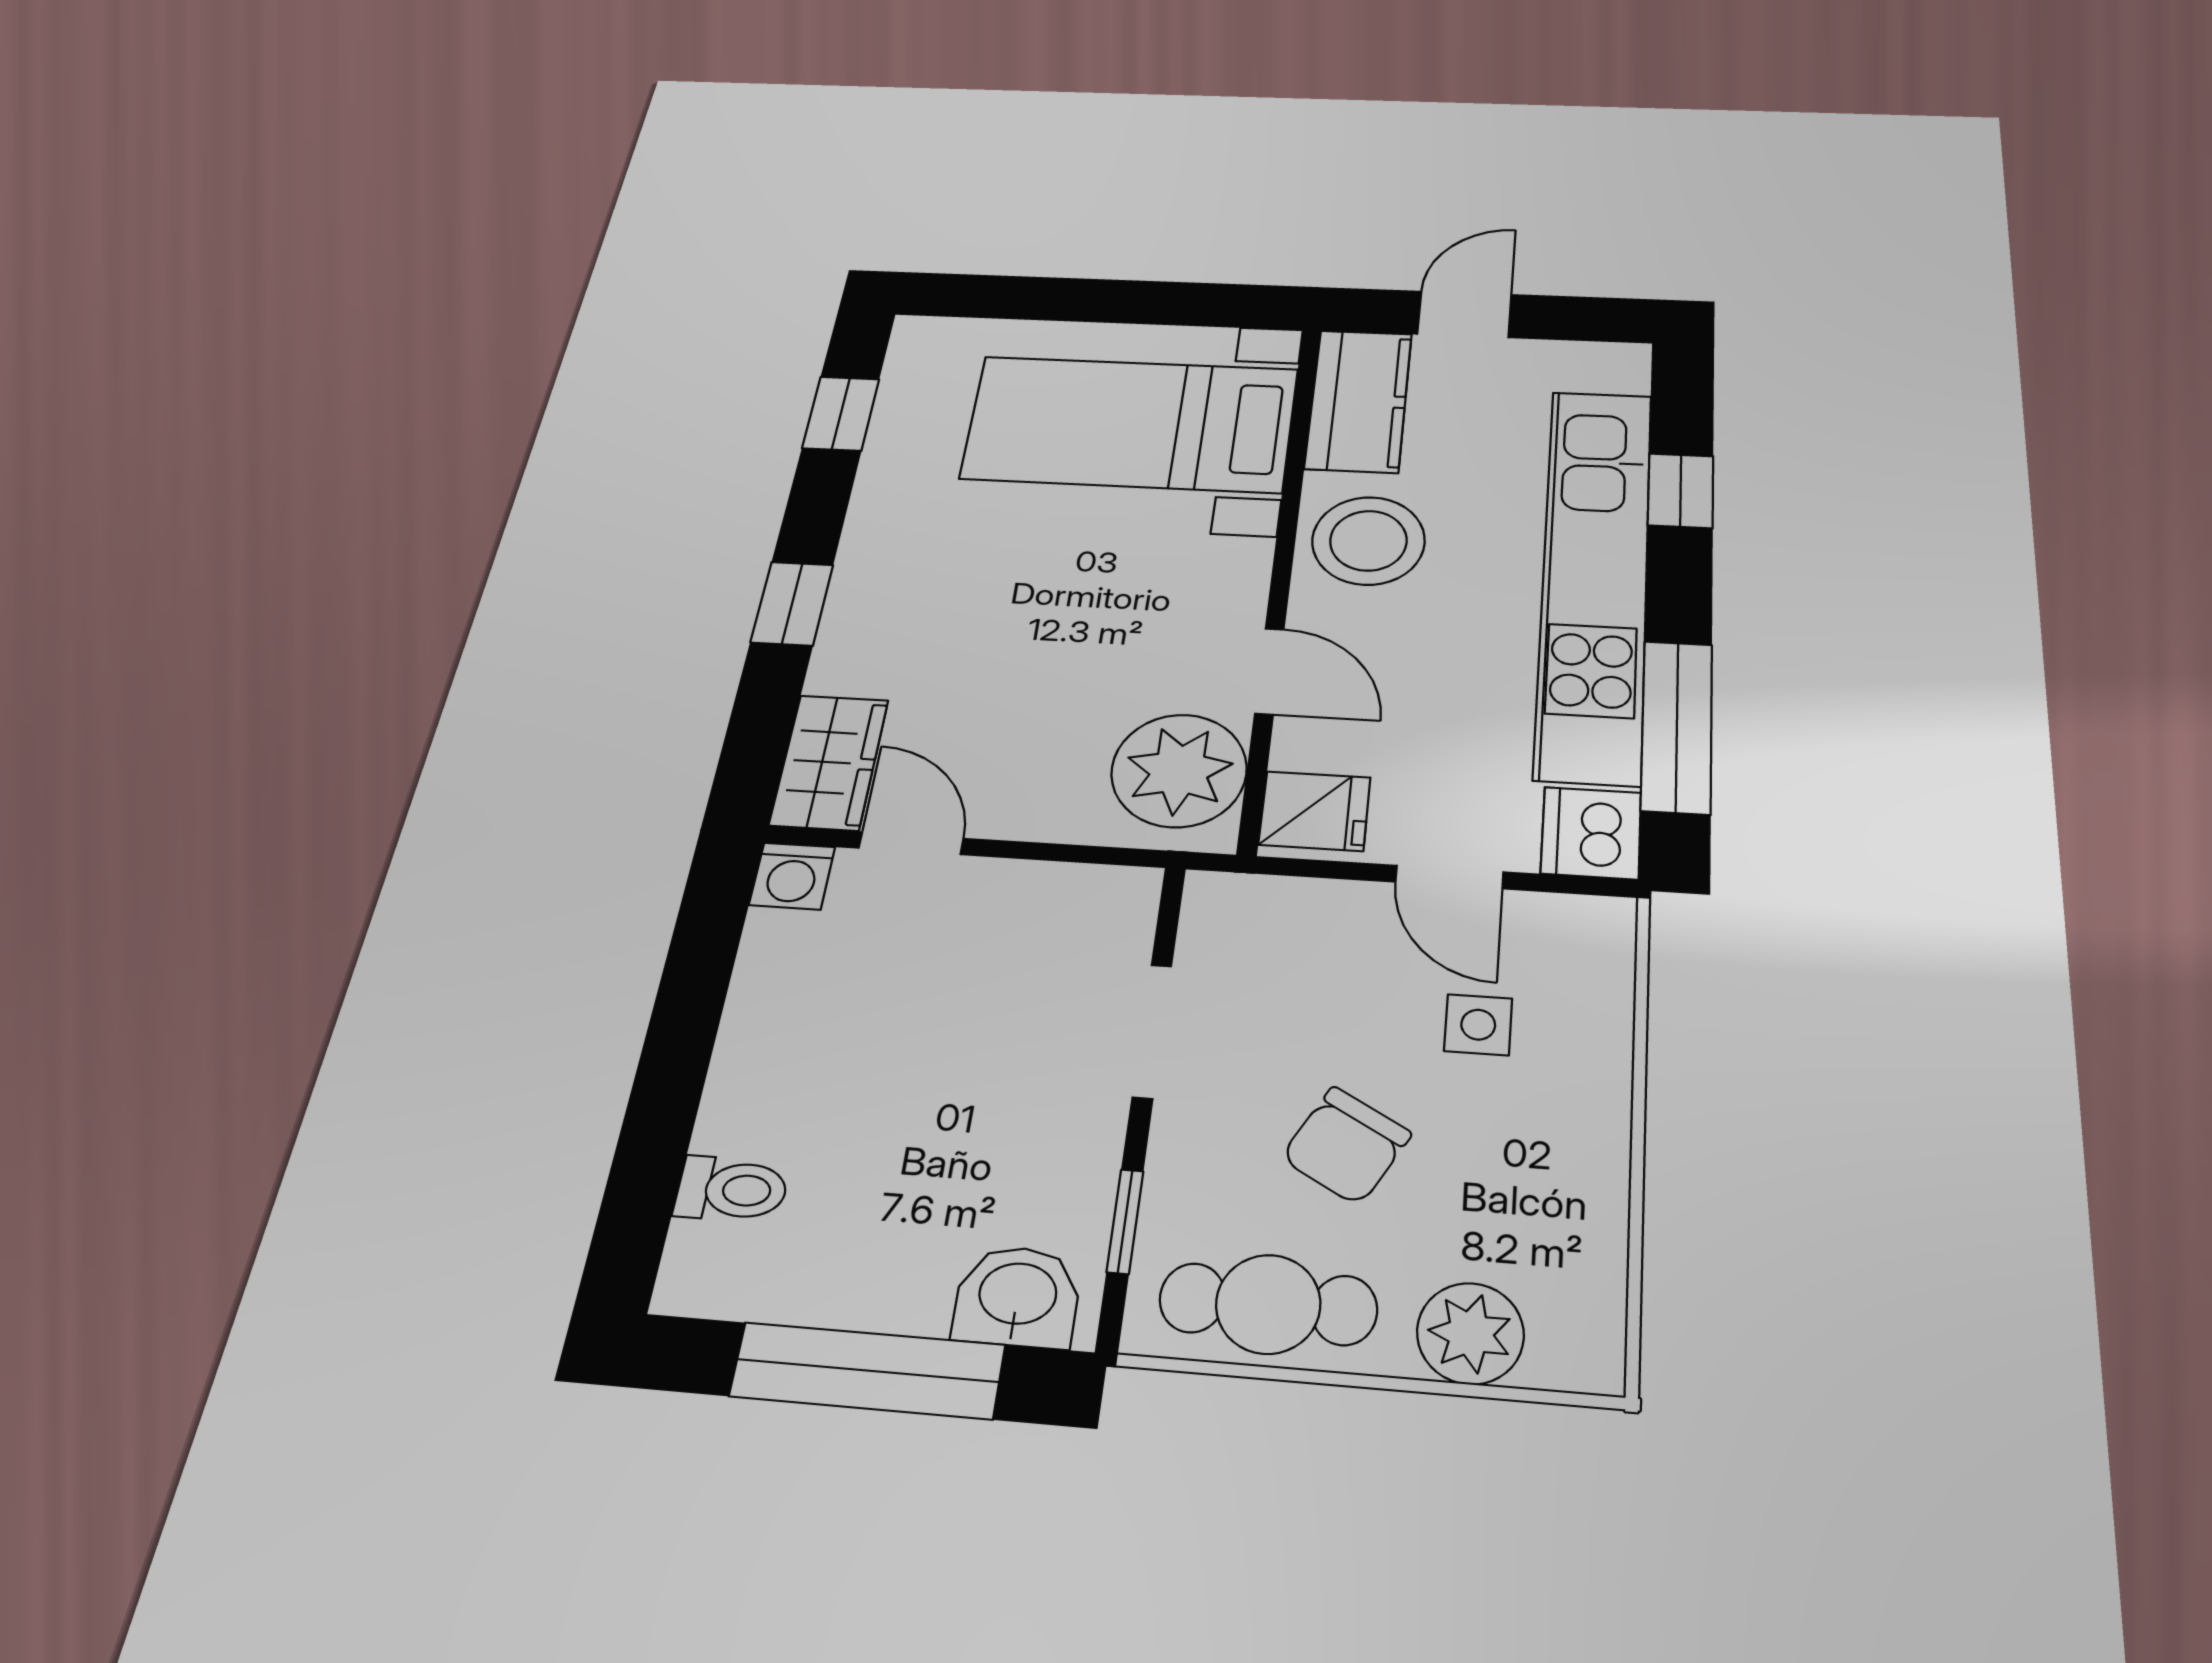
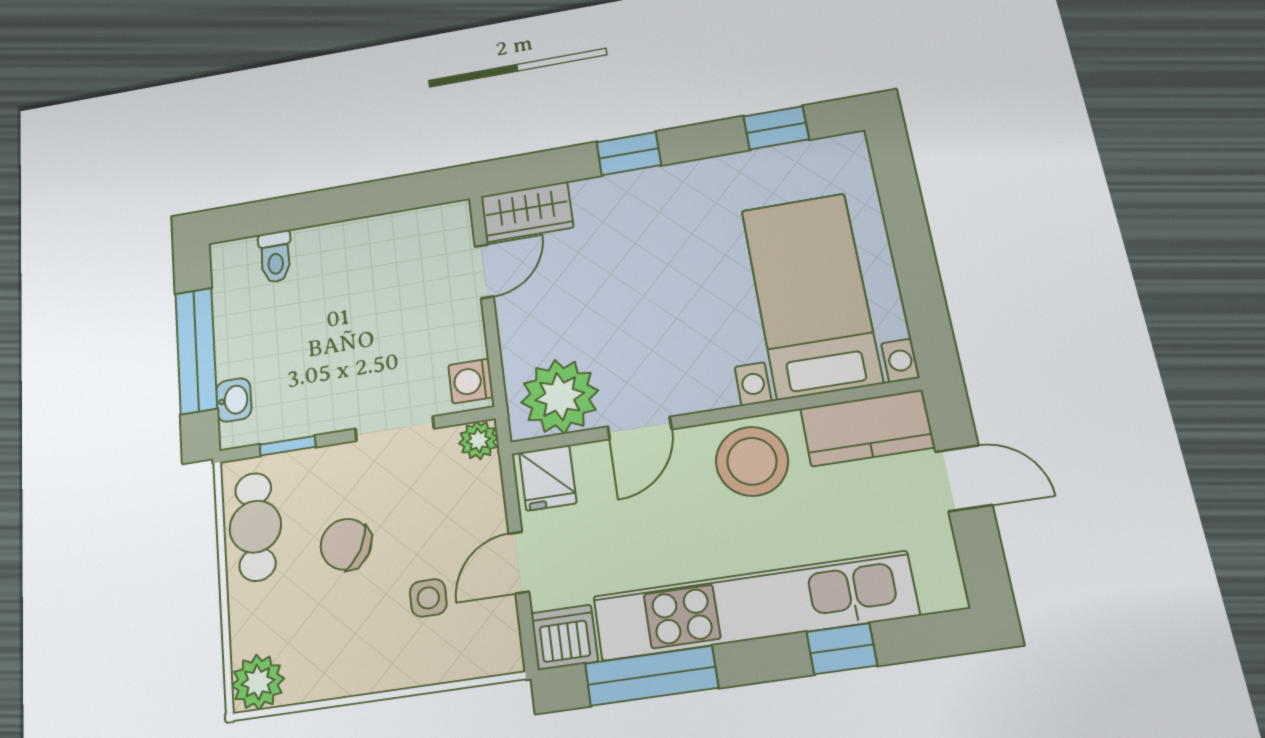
washing machine: (792, 876) -> (471, 381), moved
plant: (1217, 902) -> (478, 440), added
washbasin: (1017, 1296) -> (234, 400), width x0.72, depth x0.69
plant: (1470, 1333) -> (258, 682), moved

